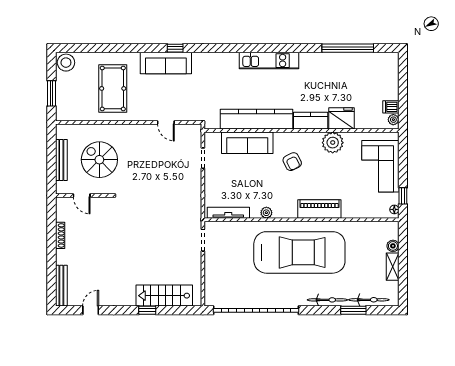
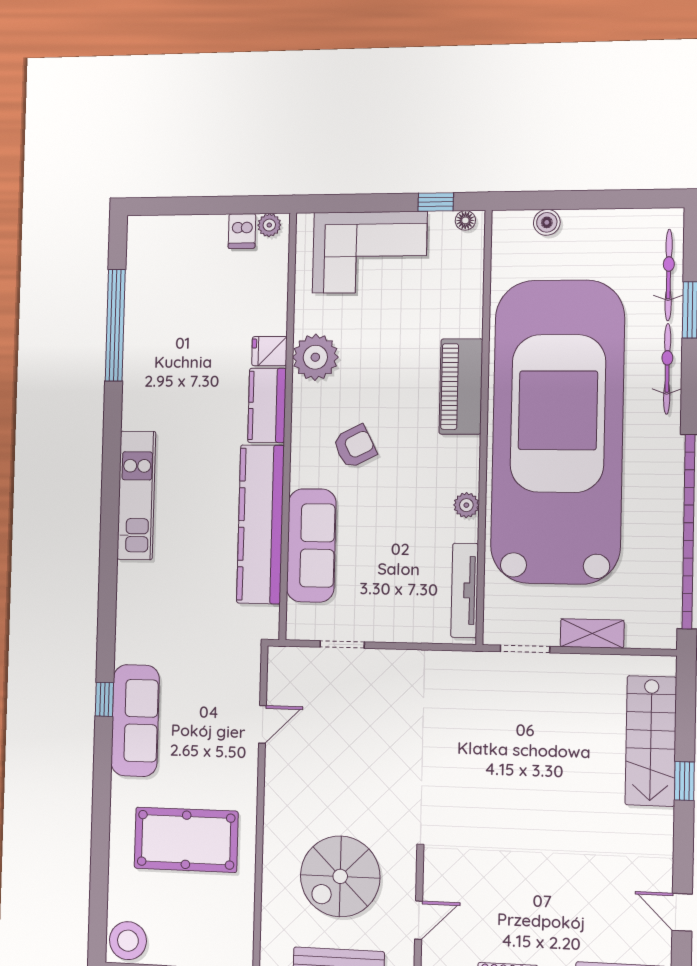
fridge: (341, 118) -> (269, 351), width x0.53, depth x0.75
car: (299, 252) -> (557, 432), width x1.36, depth x1.48
shelving: (393, 267) -> (592, 633), moved

